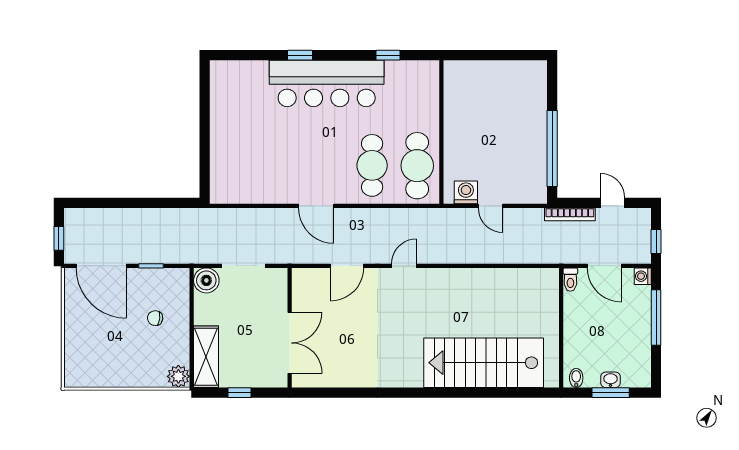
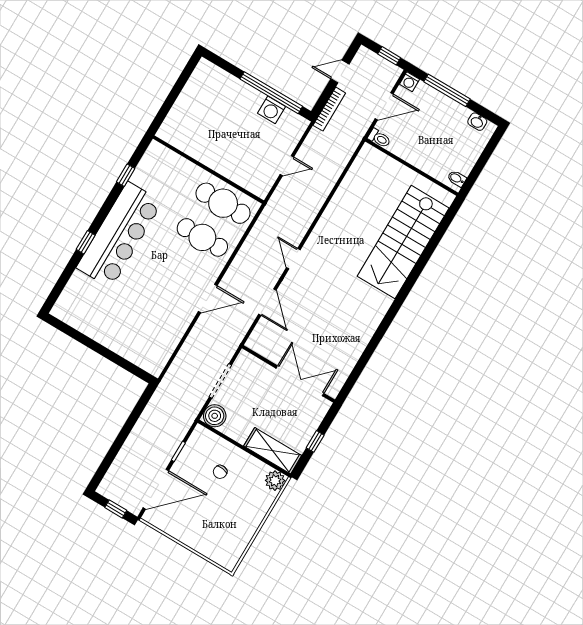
washing machine: (466, 192) -> (271, 110), moved, turned -90
washbasin: (611, 380) -> (477, 122), moved, turned -90
window: (611, 393) -> (484, 159), removed

